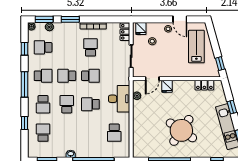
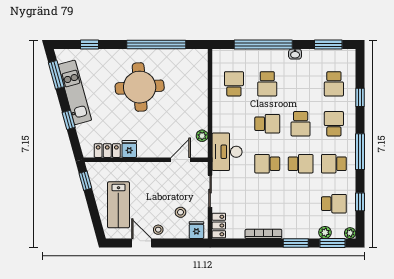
school desk: (90, 47) -> (267, 84), moved
fridge: (167, 86) -> (129, 149), moved
desk: (119, 99) -> (227, 152), moved
round table: (181, 130) -> (140, 87), turned -38

